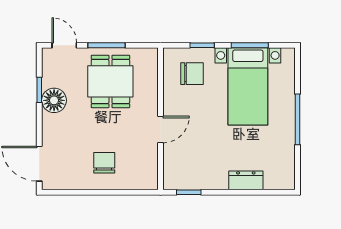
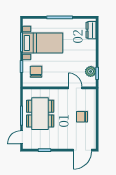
dining table: (110, 81) -> (40, 114), width x1.37
floor lamp: (54, 100) -> (50, 143), removed
door: (160, 129) -> (75, 88), moved
plant: (192, 180) -> (91, 71), added
dresser: (246, 180) -> (91, 30), moved

